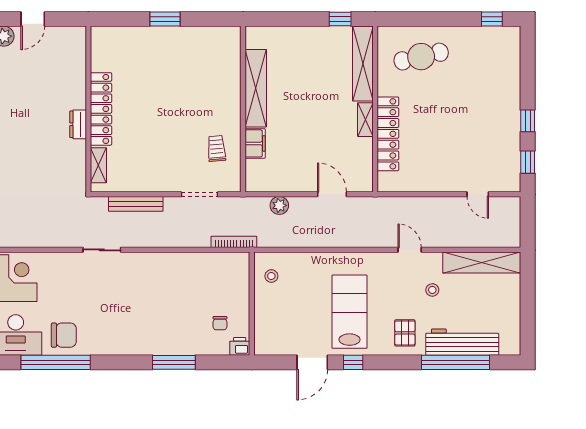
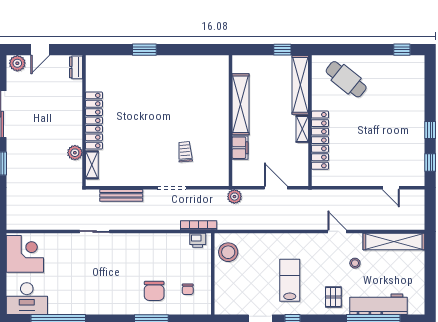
cafe table: (421, 57) -> (346, 79), turned 52
shelving: (256, 88) -> (241, 104), moved
wall: (243, 109) -> (231, 121), moved
dresser: (78, 124) -> (76, 67), moved
filing cabinet: (255, 143) -> (240, 148), moved
plant: (77, 150) -> (75, 153), added
stool: (271, 276) -> (228, 252), width x1.89, depth x1.89
lab bench: (349, 312) -> (290, 280), width x0.73, depth x0.72
chair: (64, 335) -> (154, 291), moved, turned 90
printer: (240, 346) -> (198, 240), moved, turned 180

